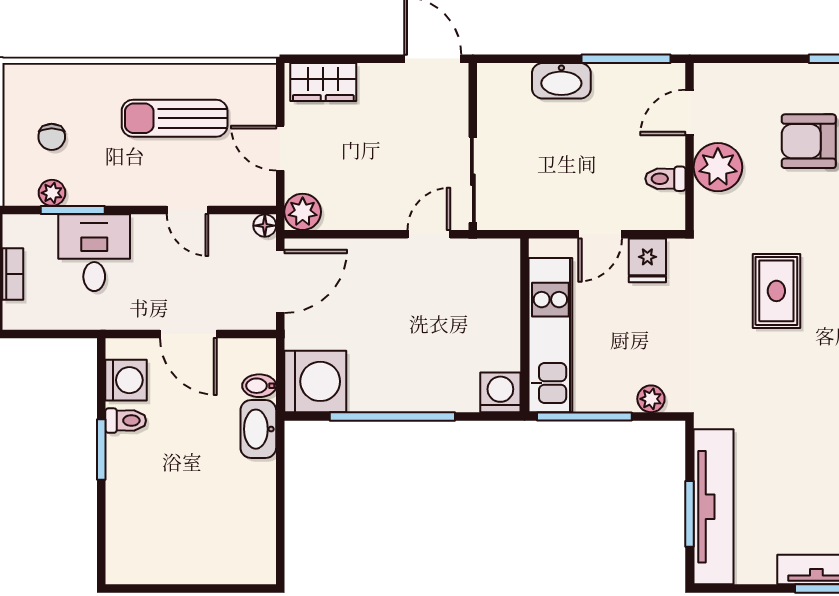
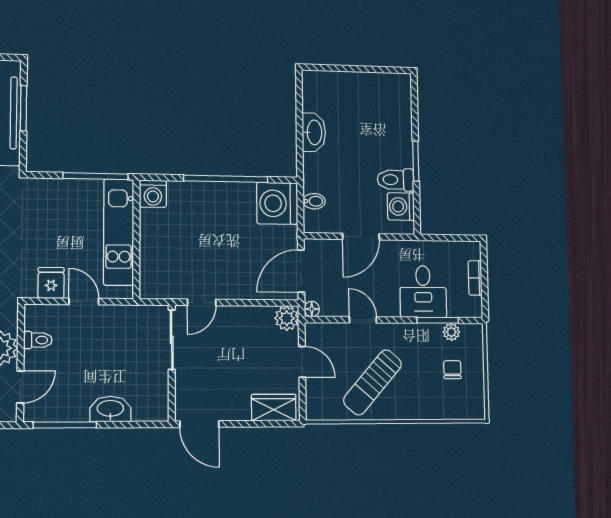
sun lounger: (175, 118) -> (372, 382), turned 131
door: (600, 234) -> (84, 302), hinge flipped
door: (188, 334) -> (361, 237), swing flipped
plant: (651, 399) -> (49, 187), removed
toilet: (126, 421) -> (395, 180), width x1.37, depth x1.39
washbasin: (258, 429) -> (314, 132), moved

